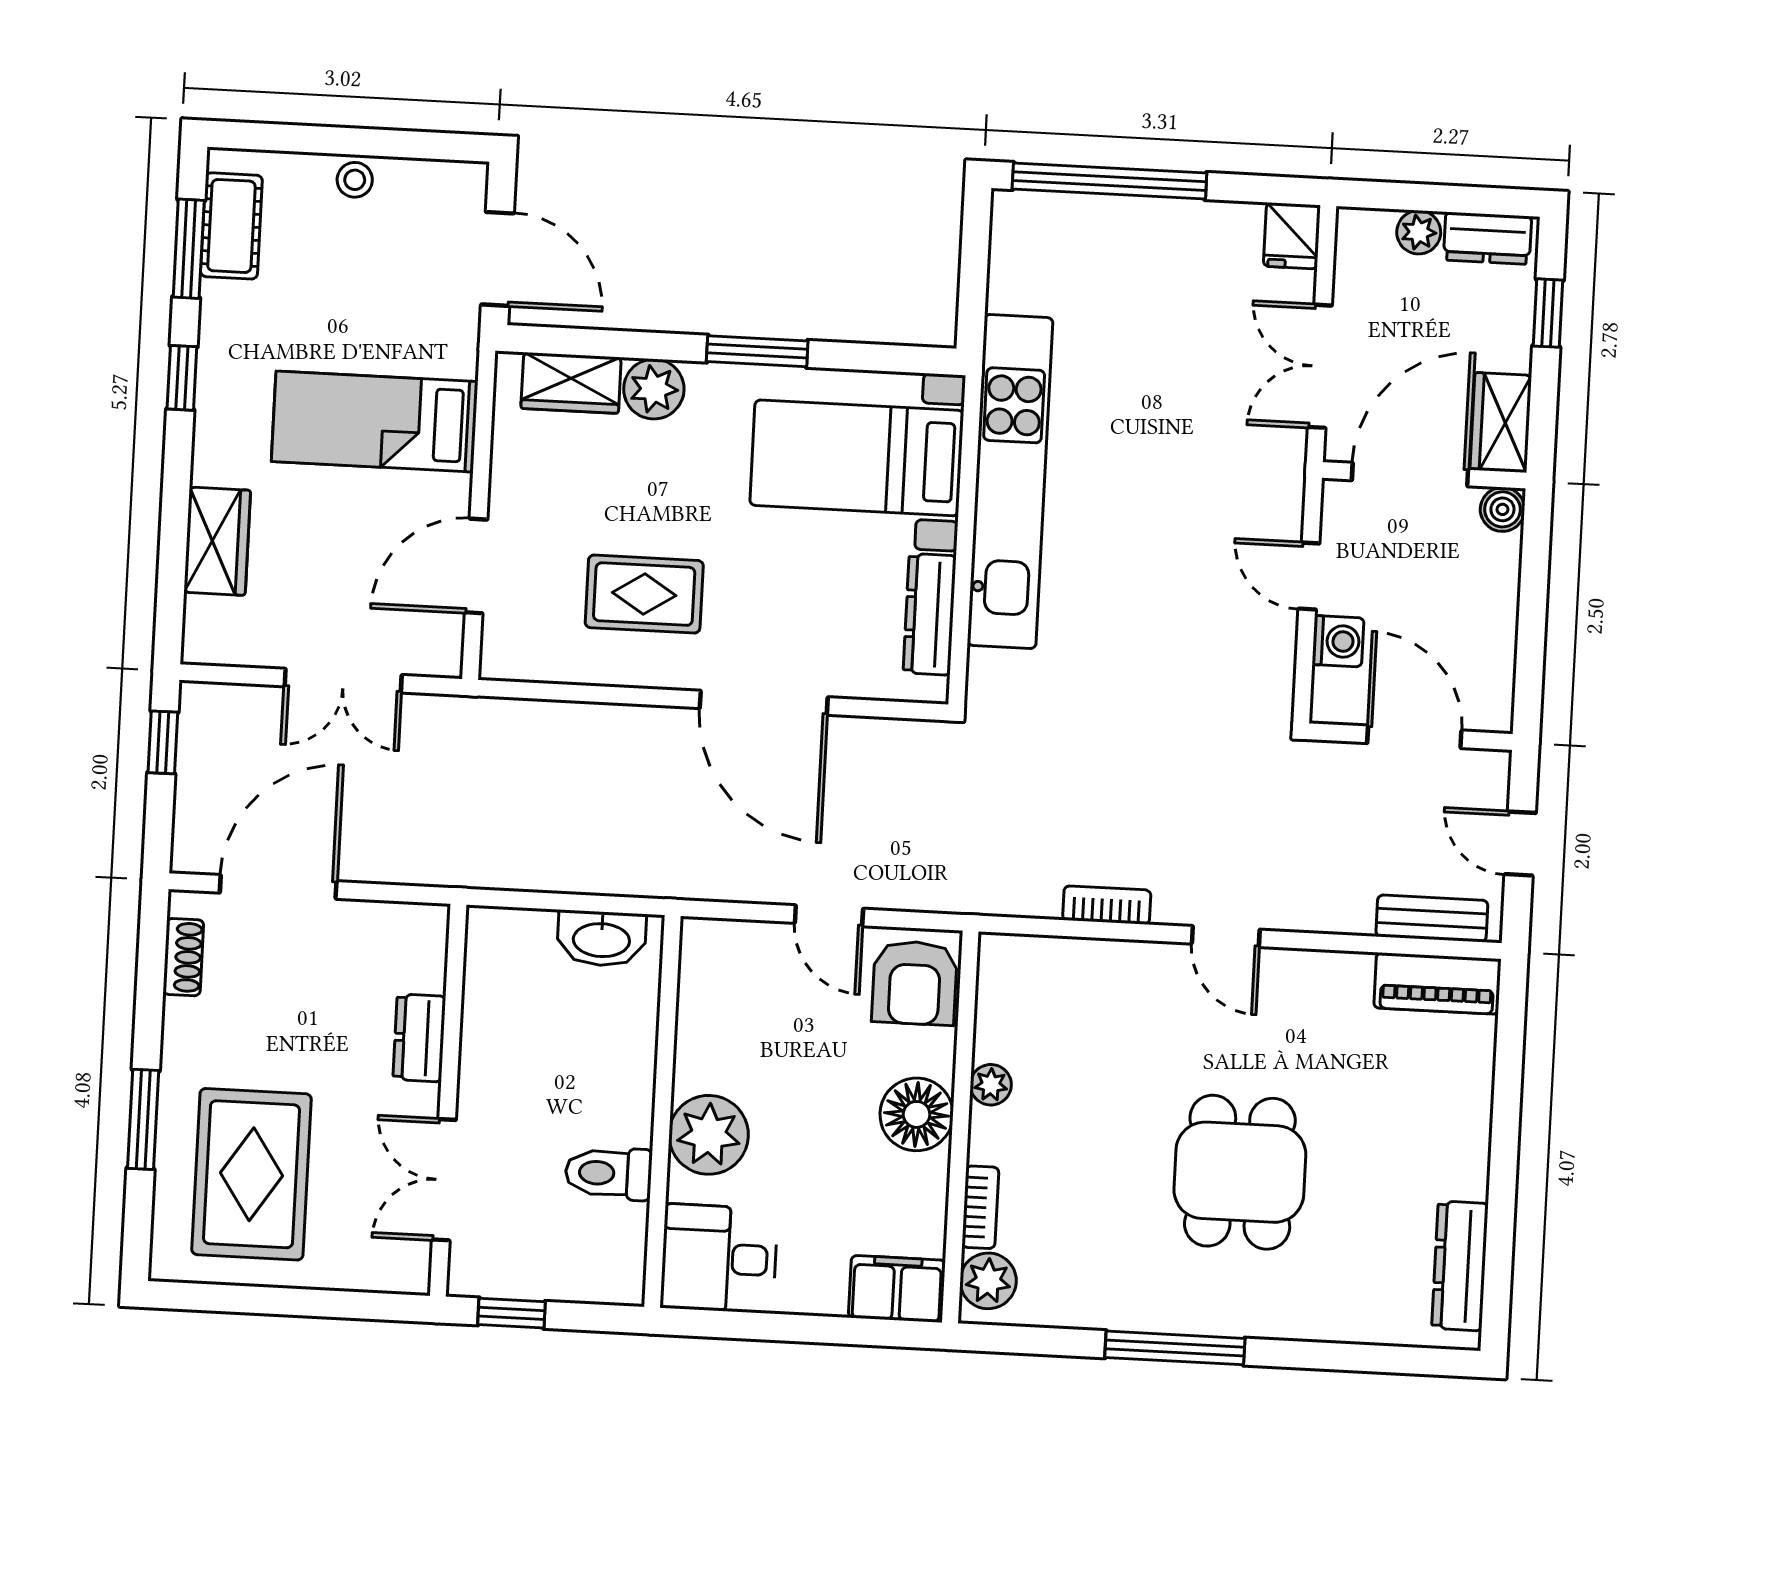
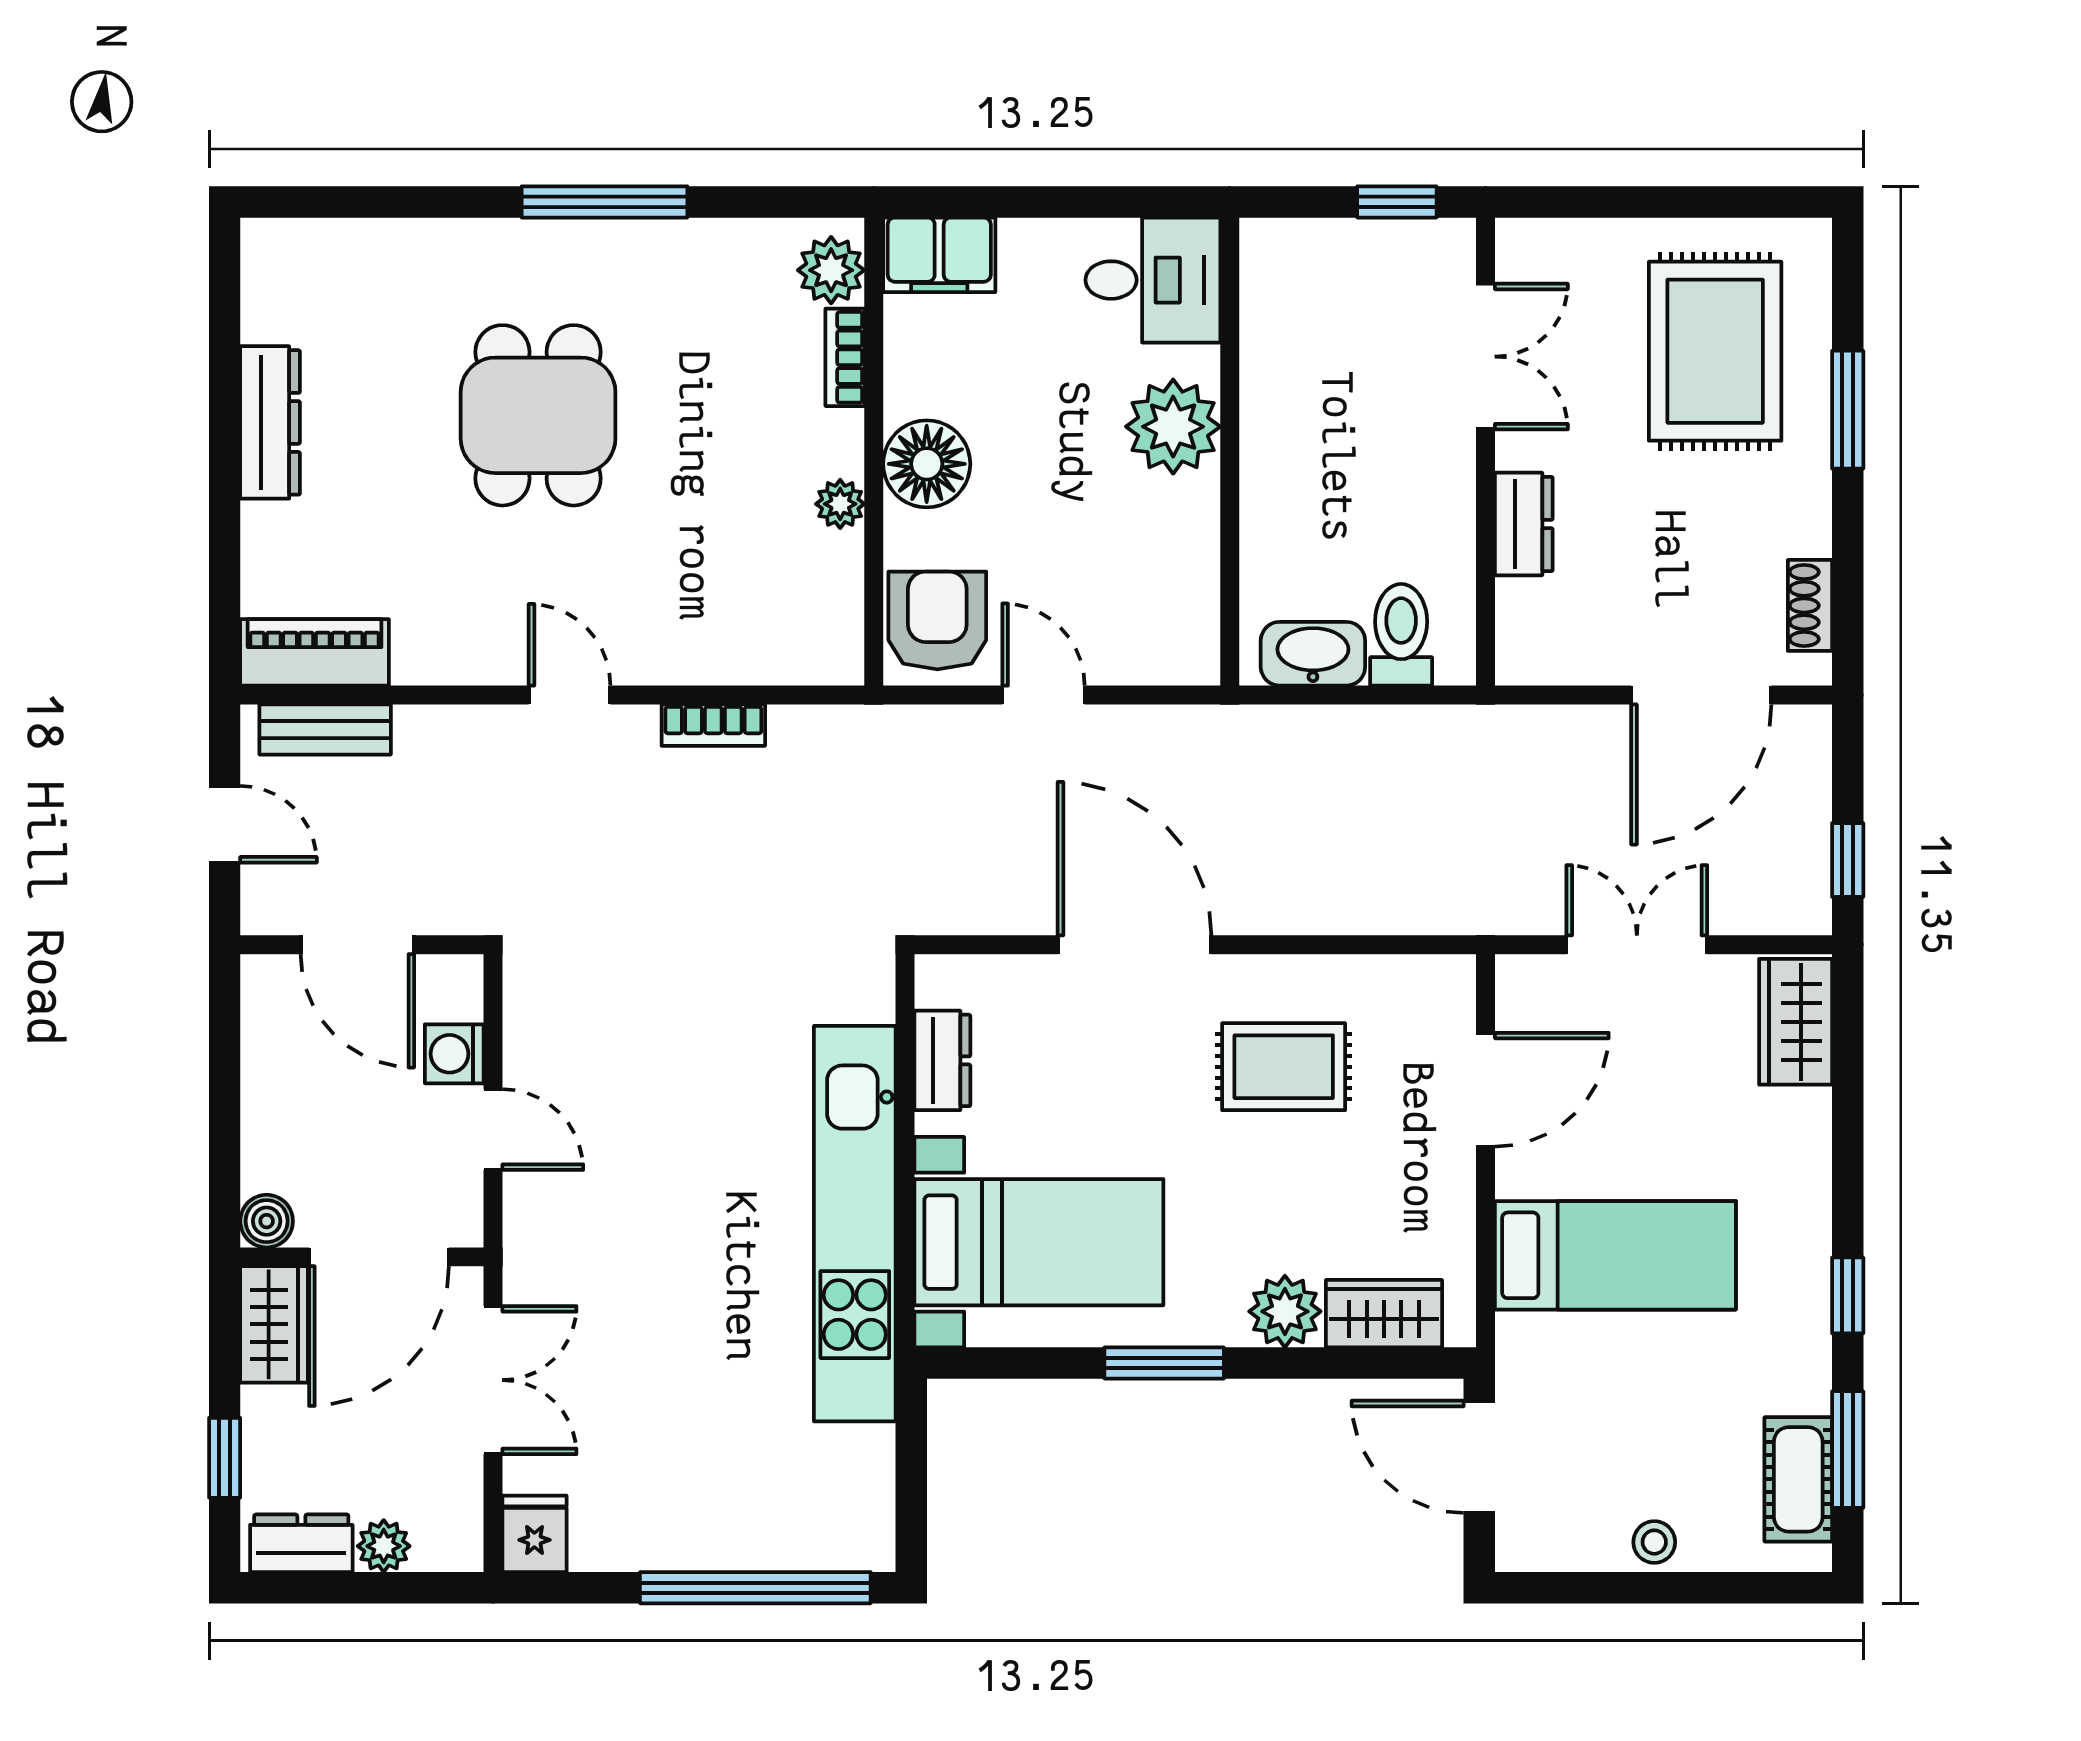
wardrobe: (217, 541) -> (1796, 1022), moved
dresser: (930, 614) -> (942, 1060), width x0.70
toilet: (609, 1173) -> (1401, 635), moved, turned -90
dresser: (1460, 1266) -> (270, 422), moved

